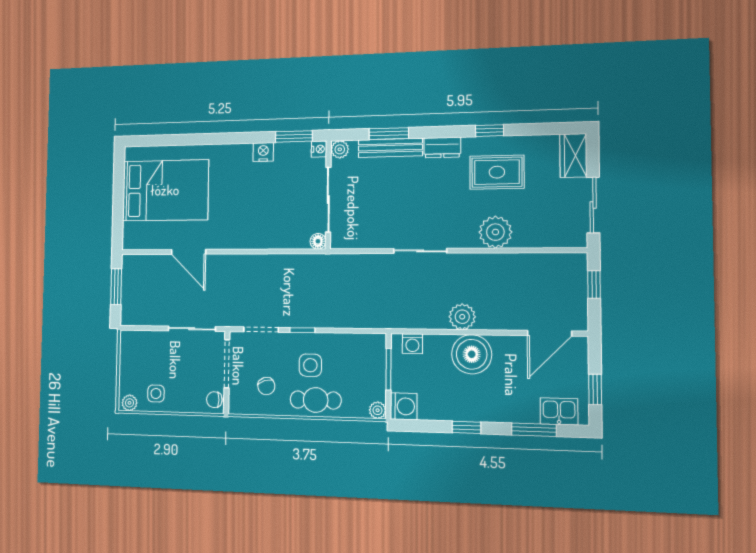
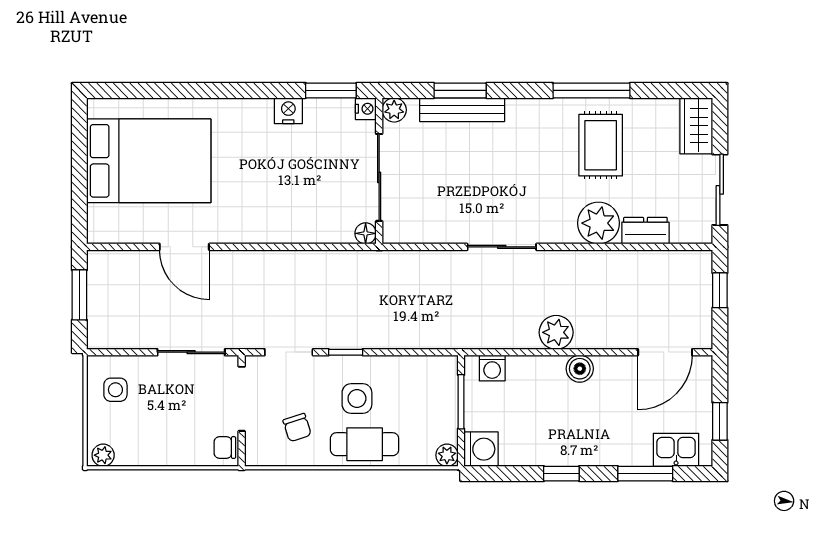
window: (490, 131) -> (591, 90), width x2.17
dresser: (442, 148) -> (645, 231), moved, turned 180
rug: (497, 172) -> (601, 145), turned 90
boiler: (472, 354) -> (580, 369), width x0.54, depth x0.54
side table: (156, 394) -> (115, 390), moved

